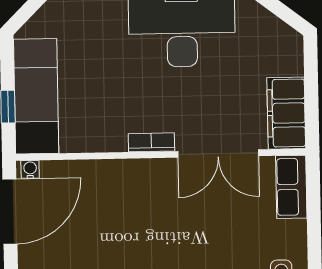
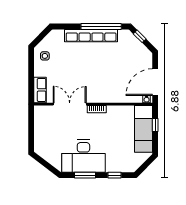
filing cabinet: (286, 113) -> (42, 120), removed

